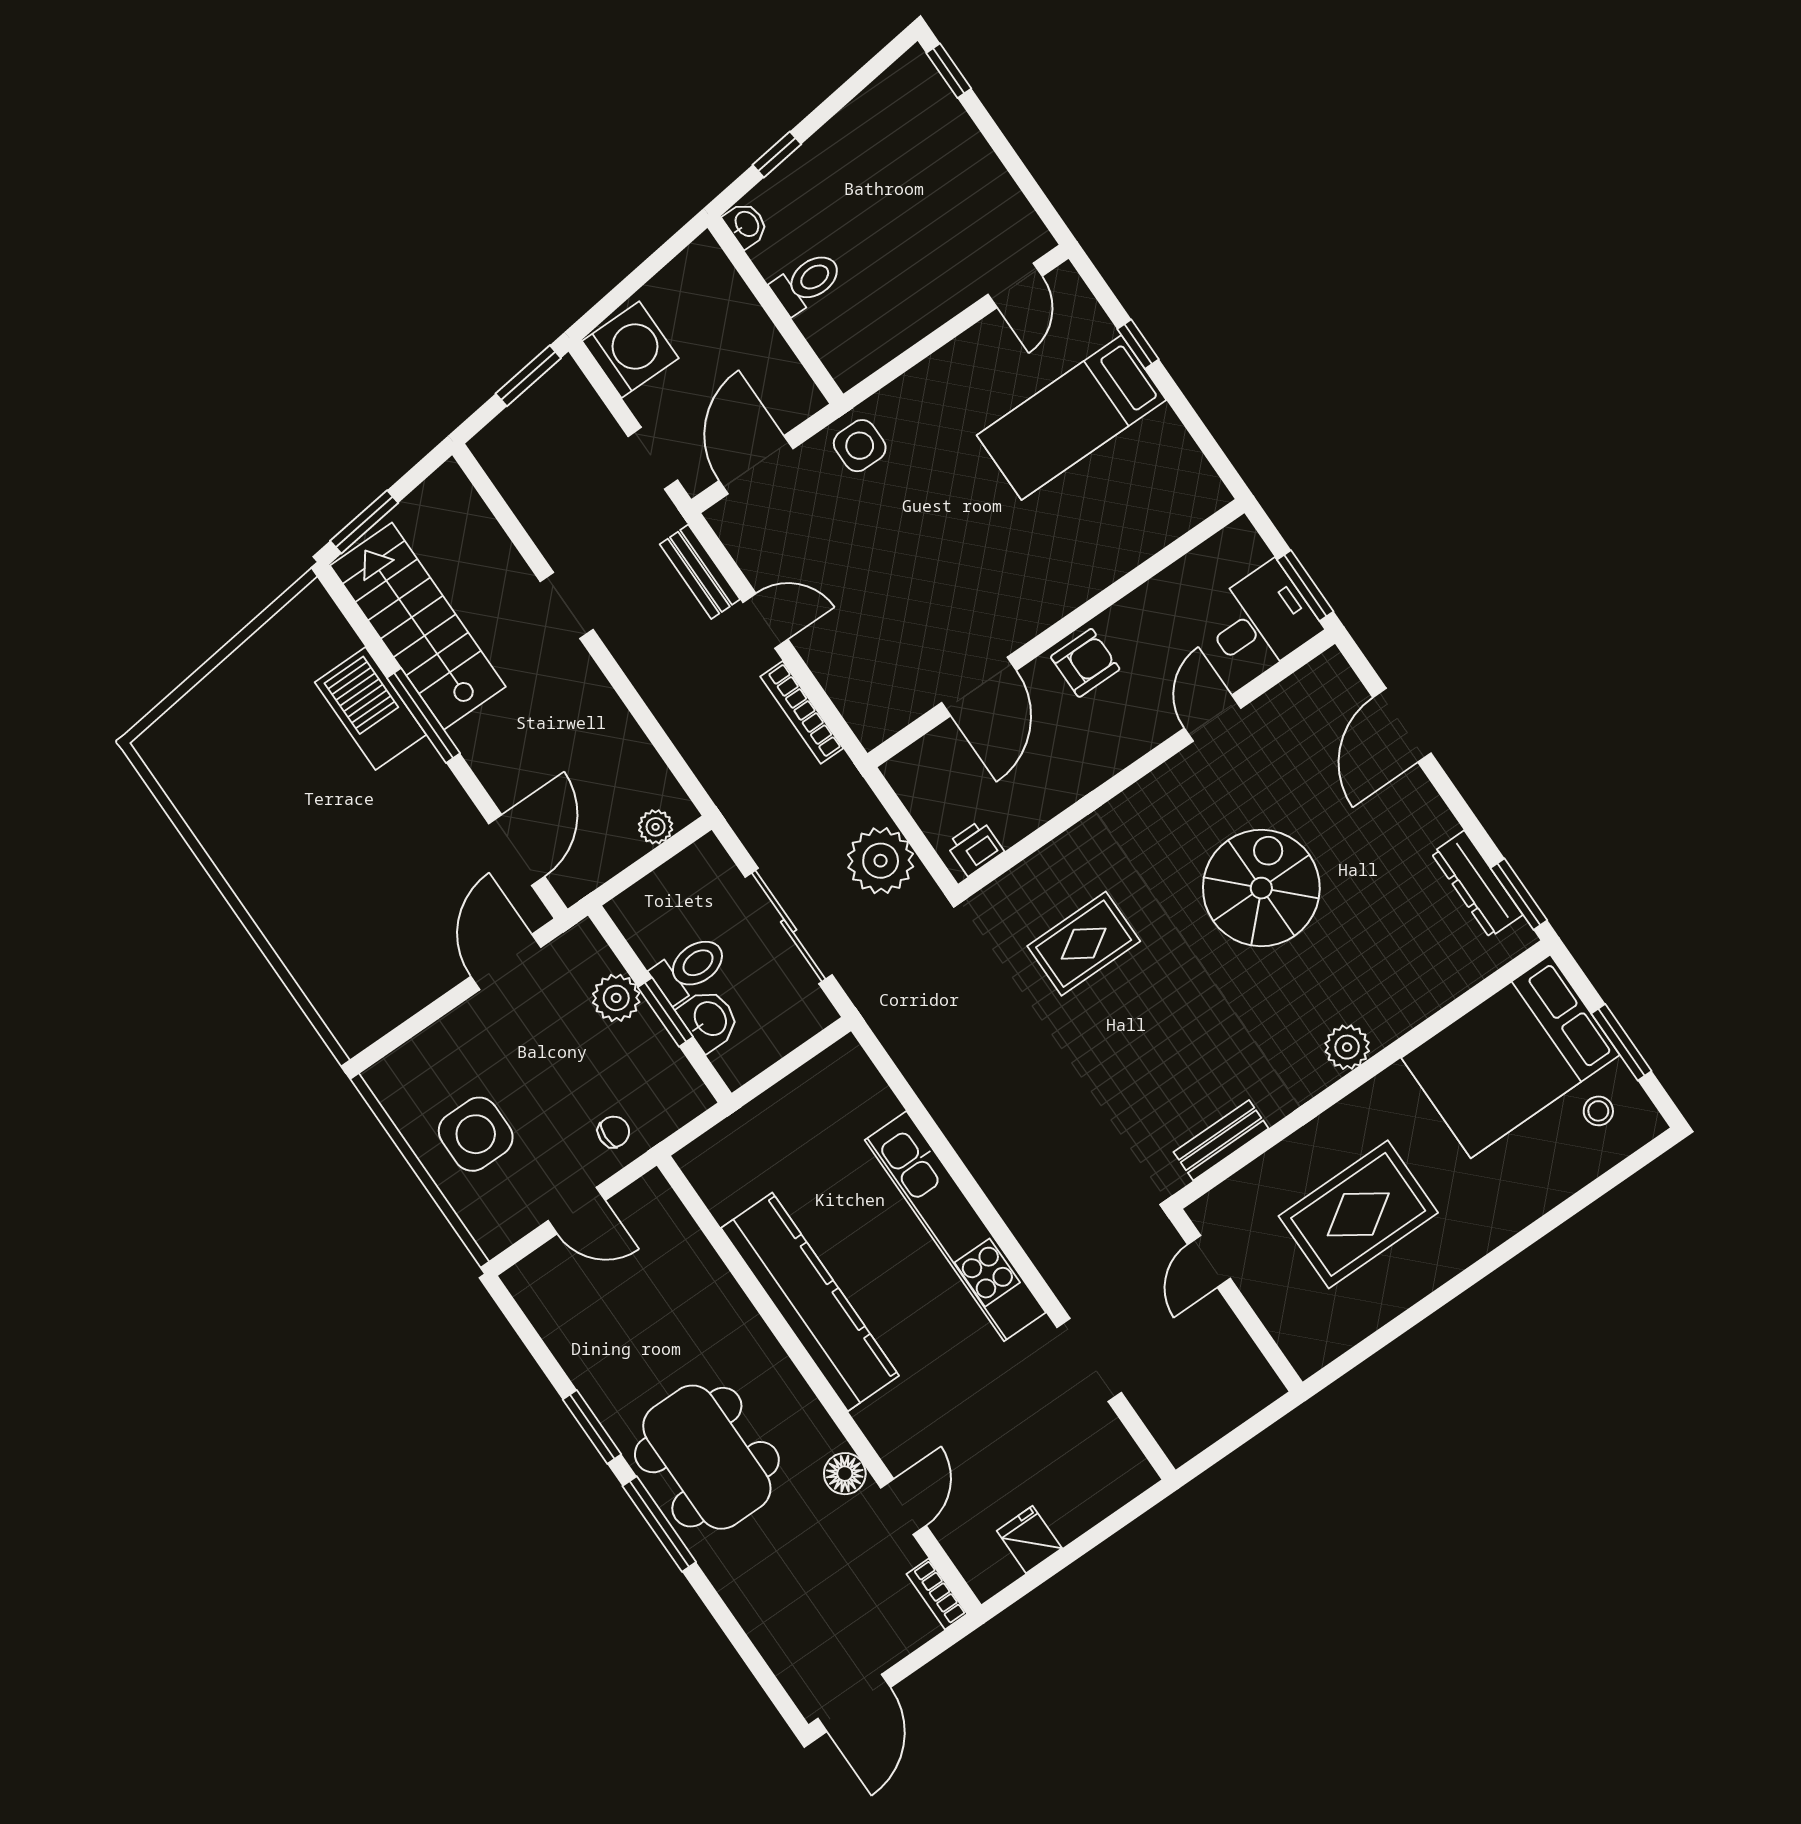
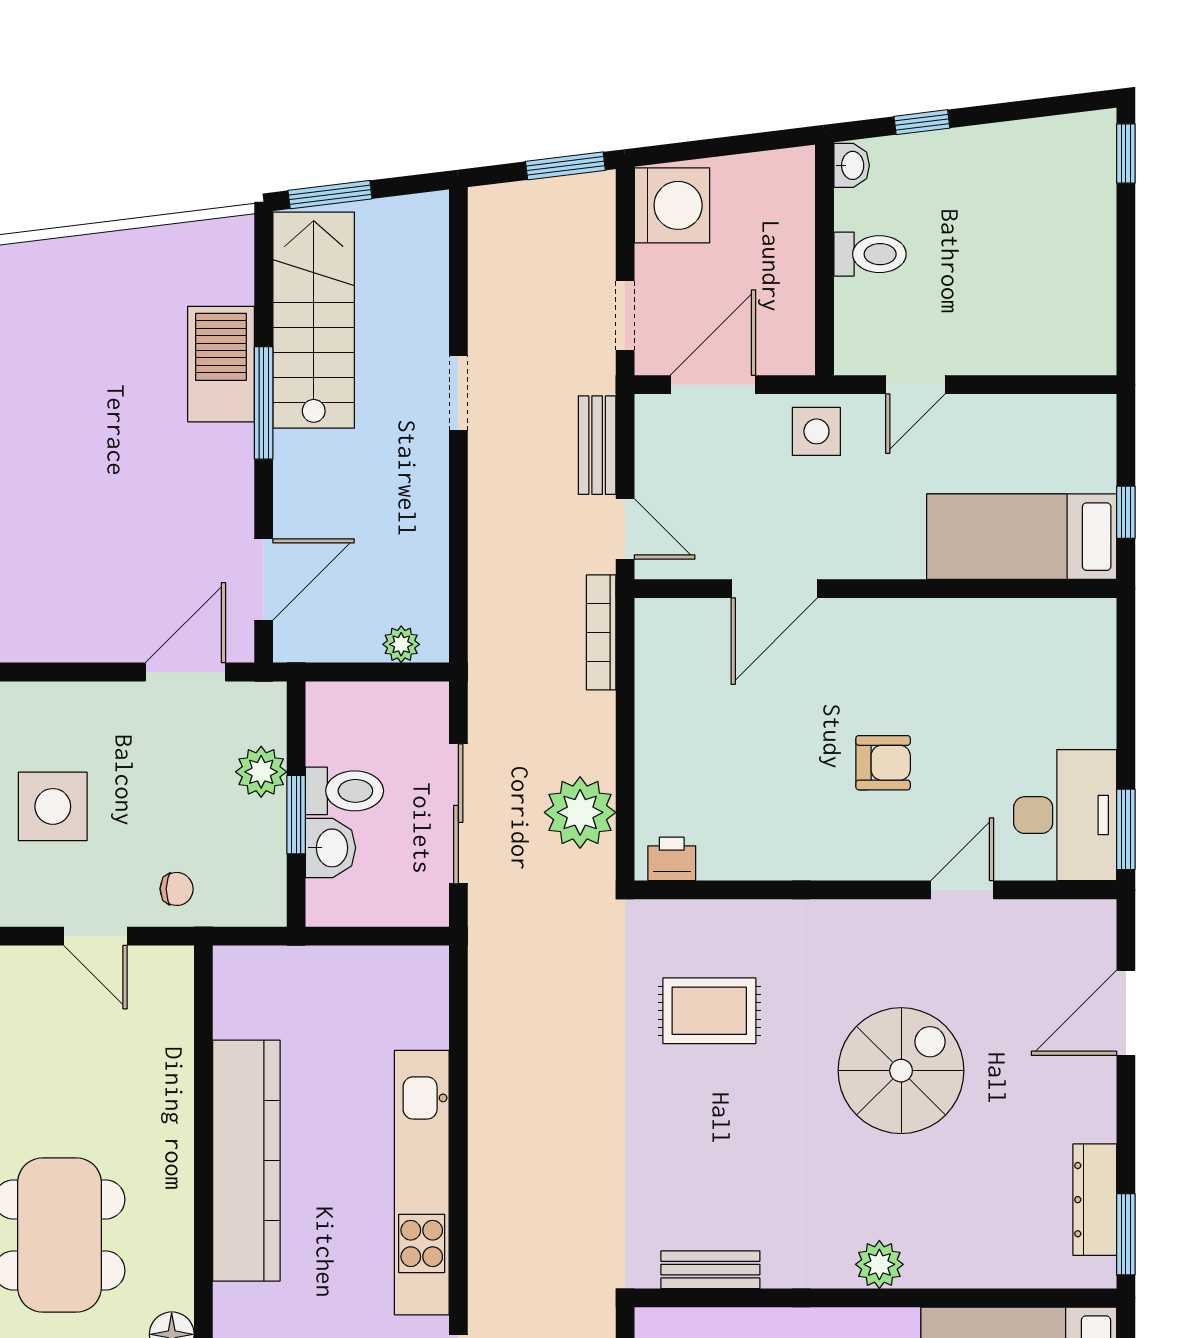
door: (1015, 285) -> (915, 385), moved
desk: (1261, 620) -> (1065, 815), width x1.37
wall: (1056, 633) -> (875, 589), moved
door: (979, 687) -> (774, 589), moved

